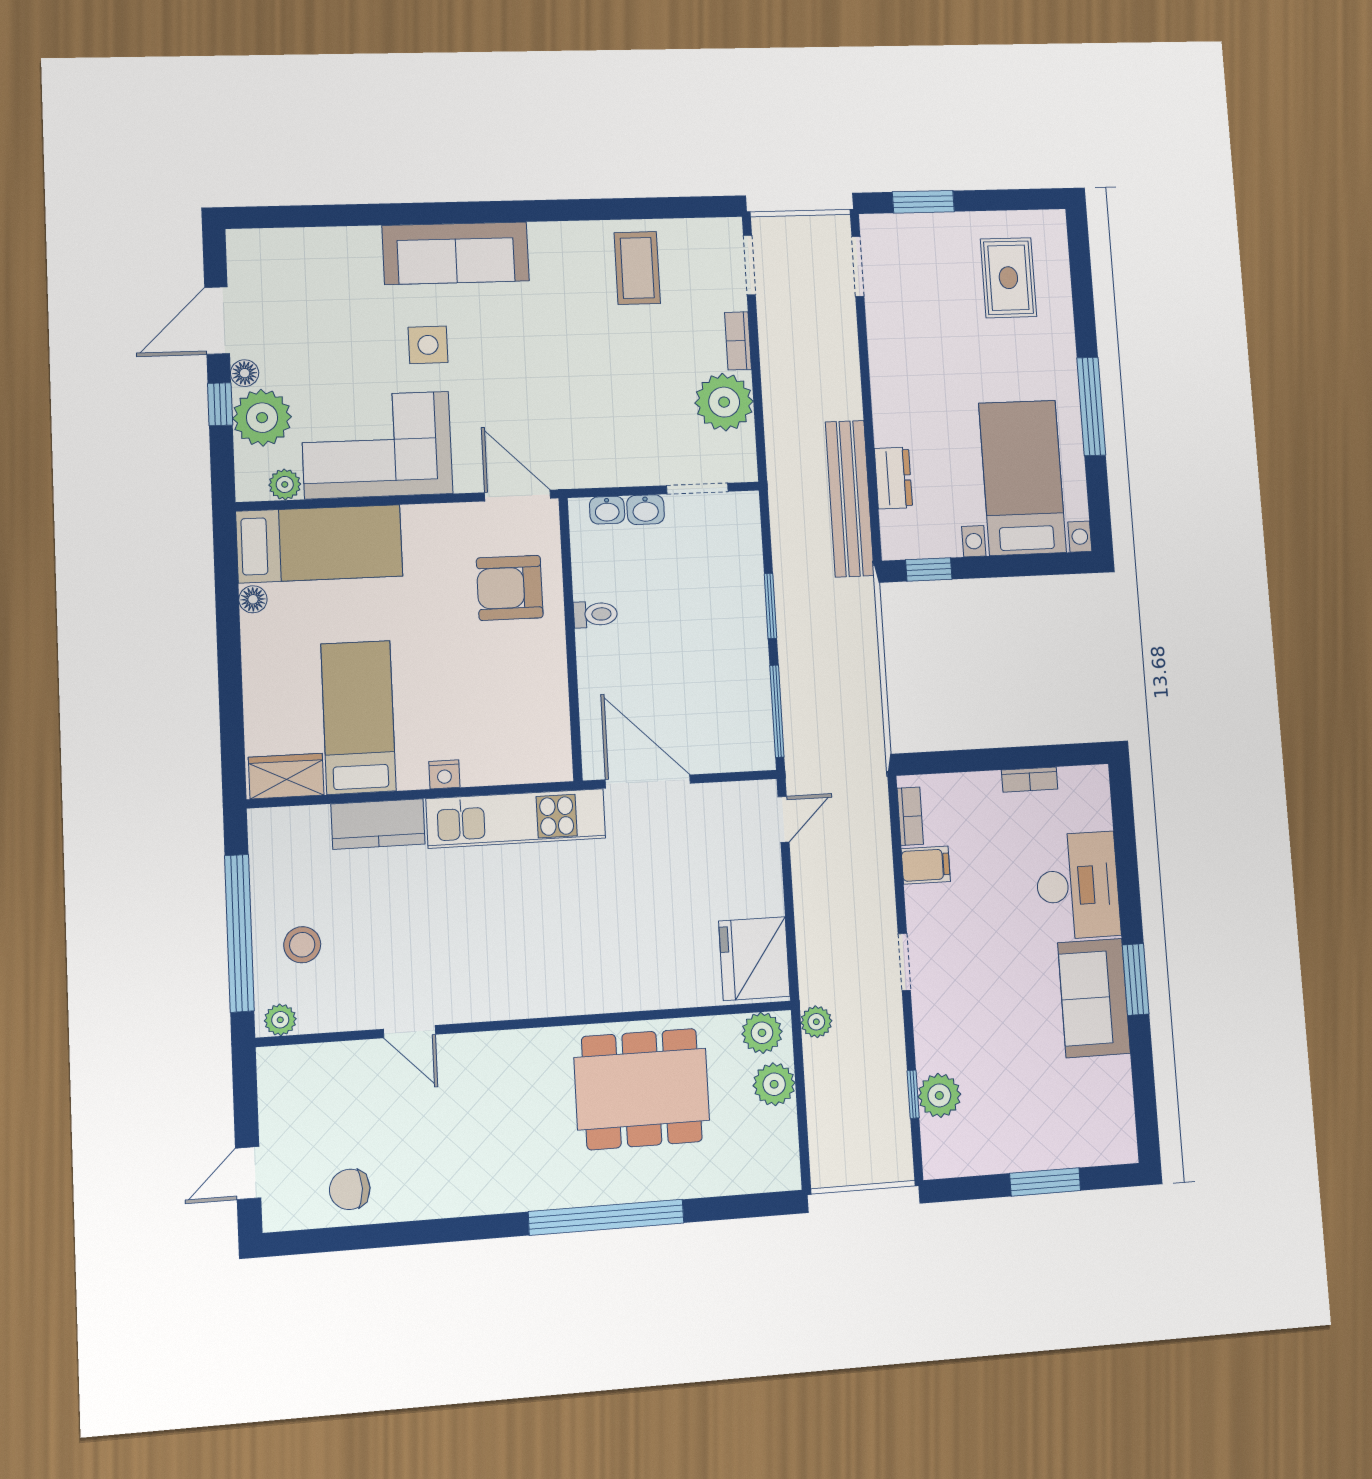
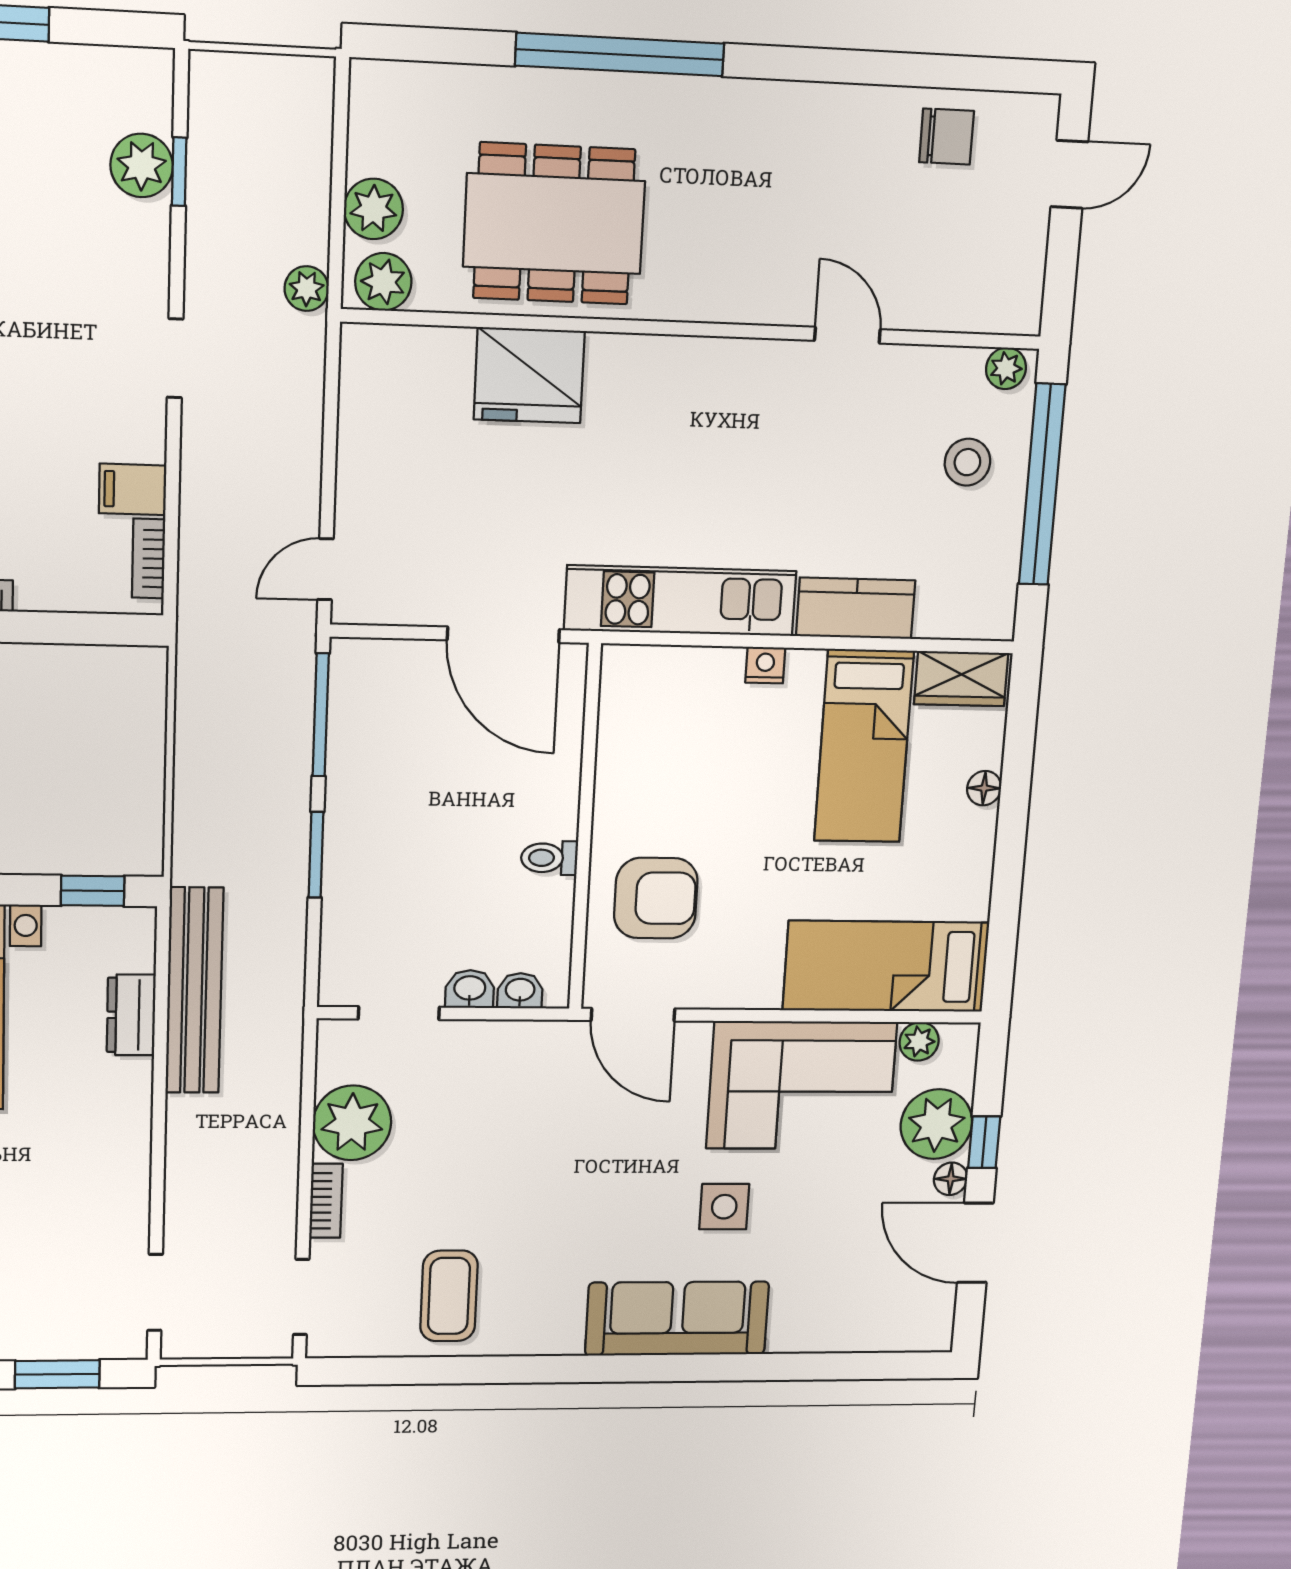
door: (217, 321) -> (975, 1243), swing flipped
floor lamp: (253, 599) -> (984, 788), moved
fridge: (754, 959) -> (529, 375), moved, turned 90

